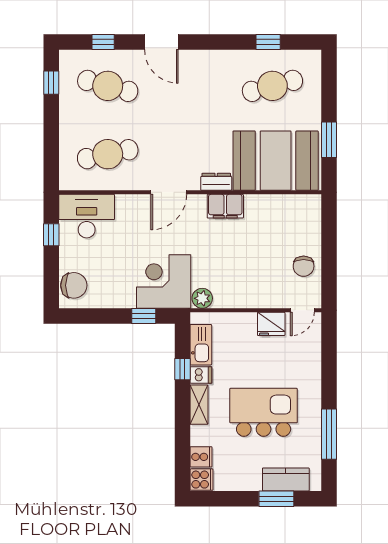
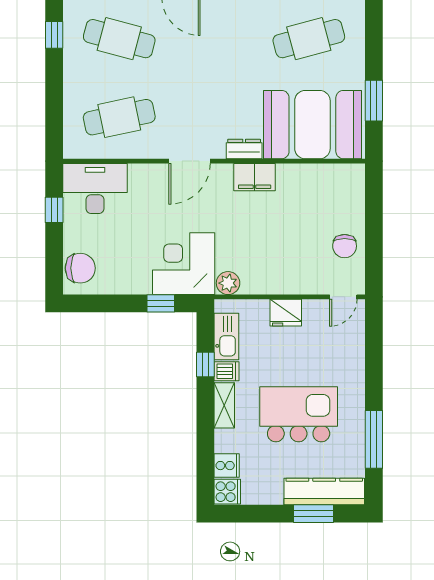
fridge: (271, 324) -> (286, 313), moved
kitchen counter: (286, 479) -> (324, 492), width x1.50

